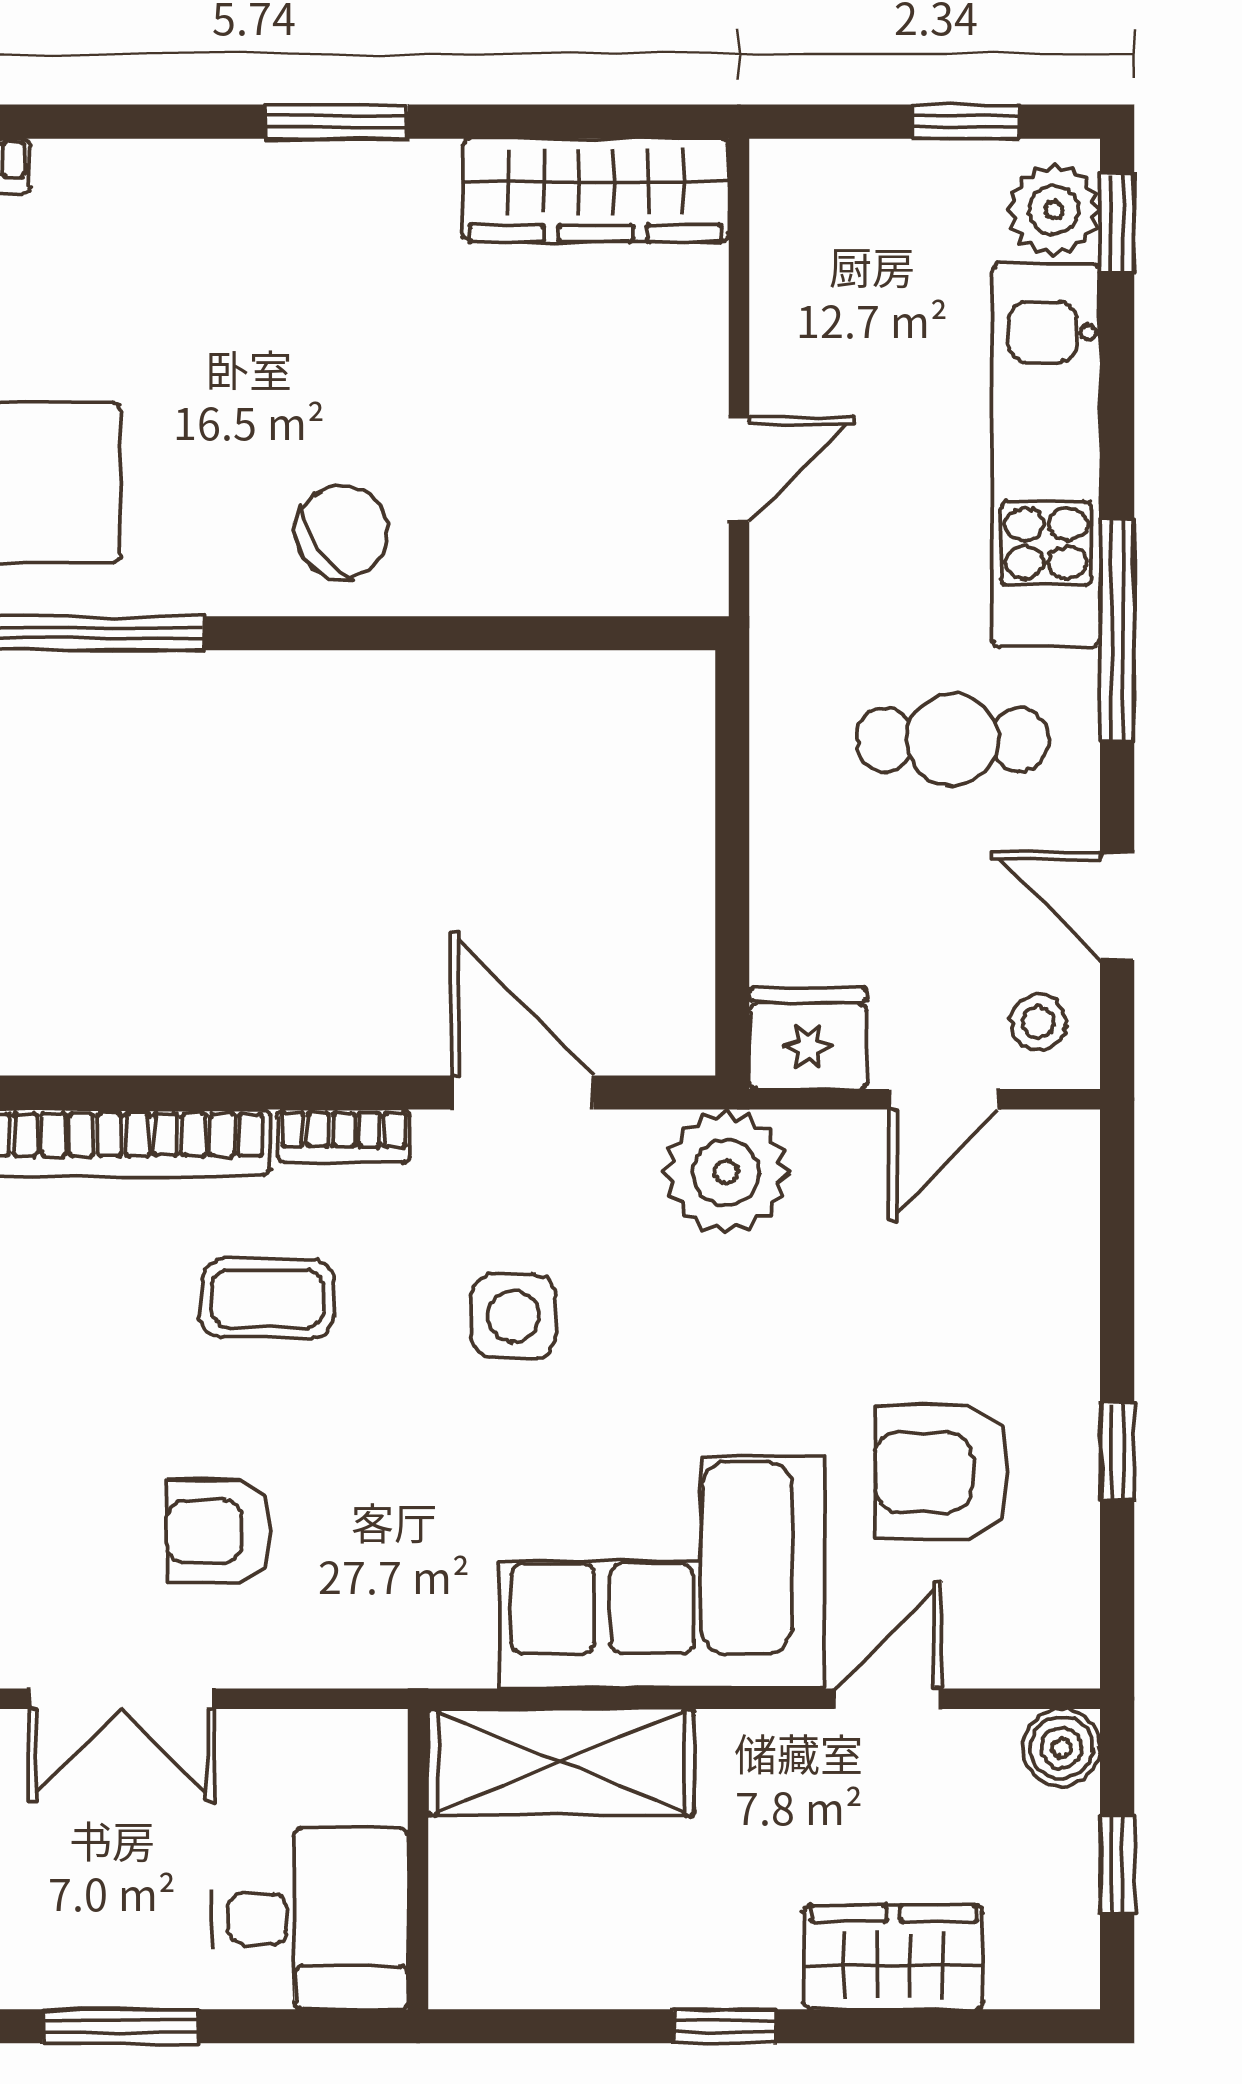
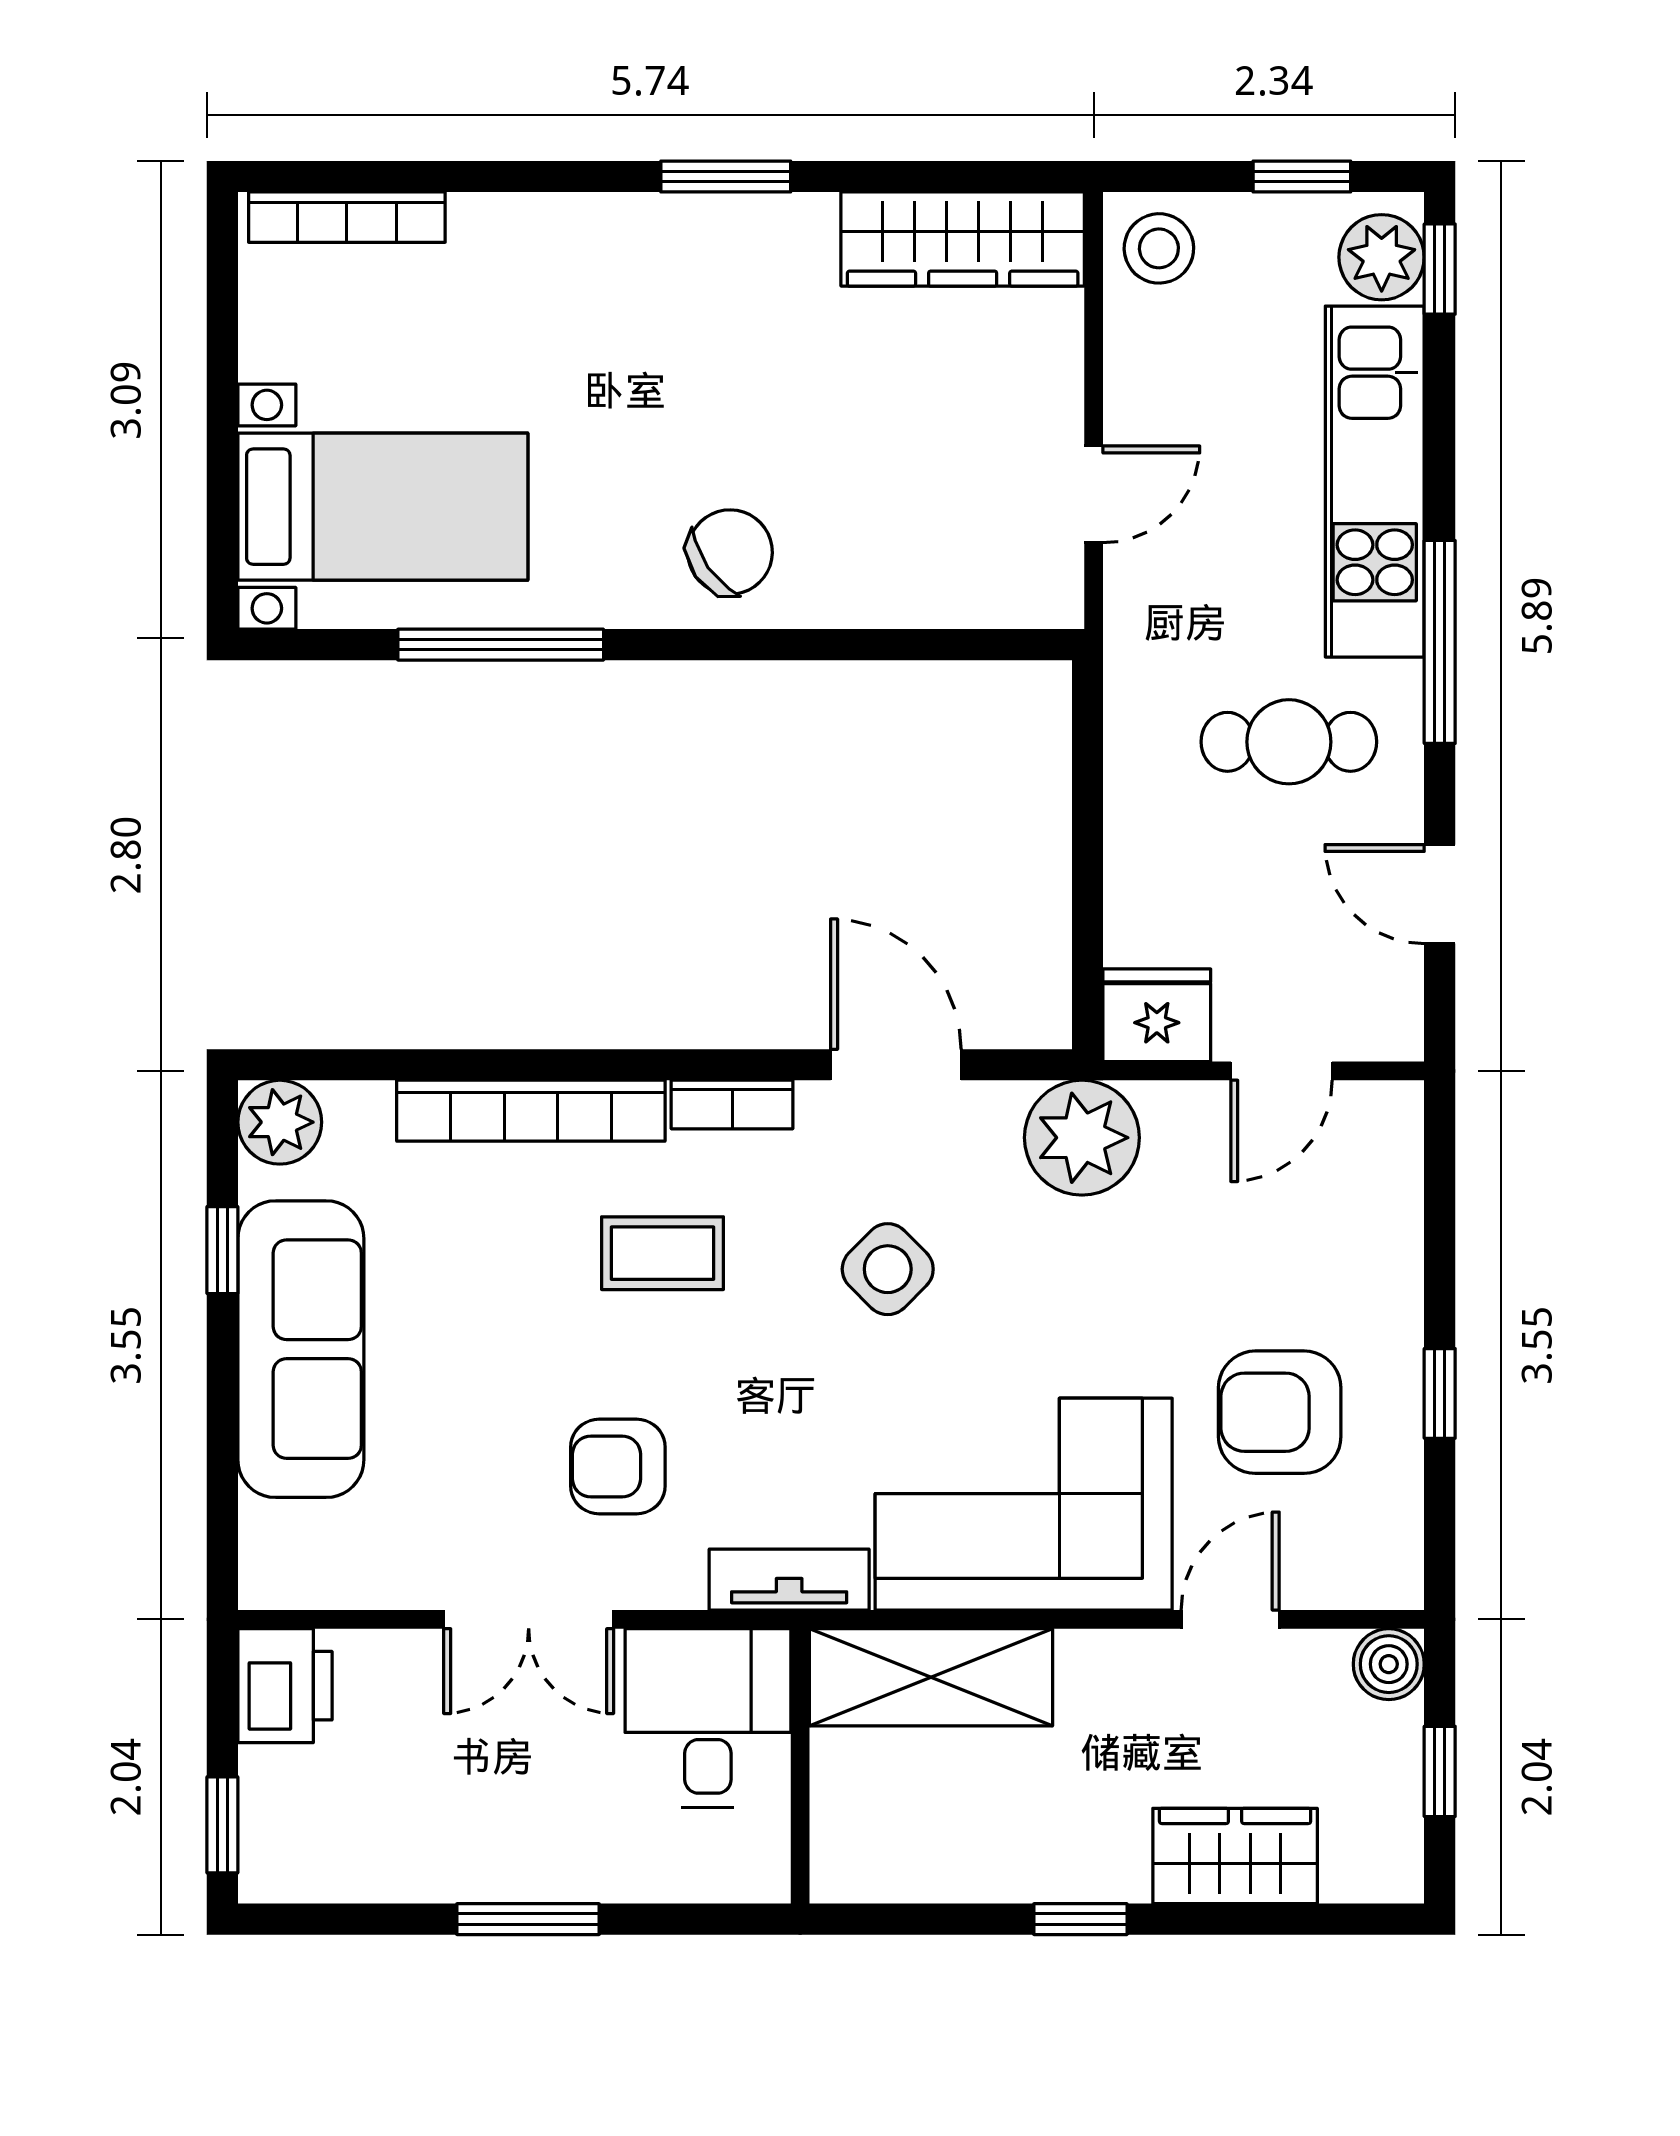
stool: (1038, 1022) -> (1159, 248), moved, width x1.37, depth x1.37
side table: (514, 1316) -> (888, 1269), turned 45
tv unit: (406, 1655) -> (789, 1580), added
desk: (310, 1919) -> (708, 1718), moved, turned -90

